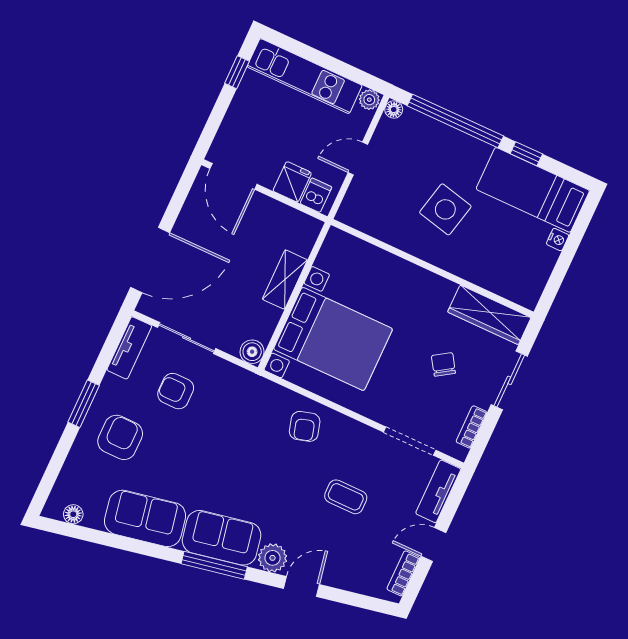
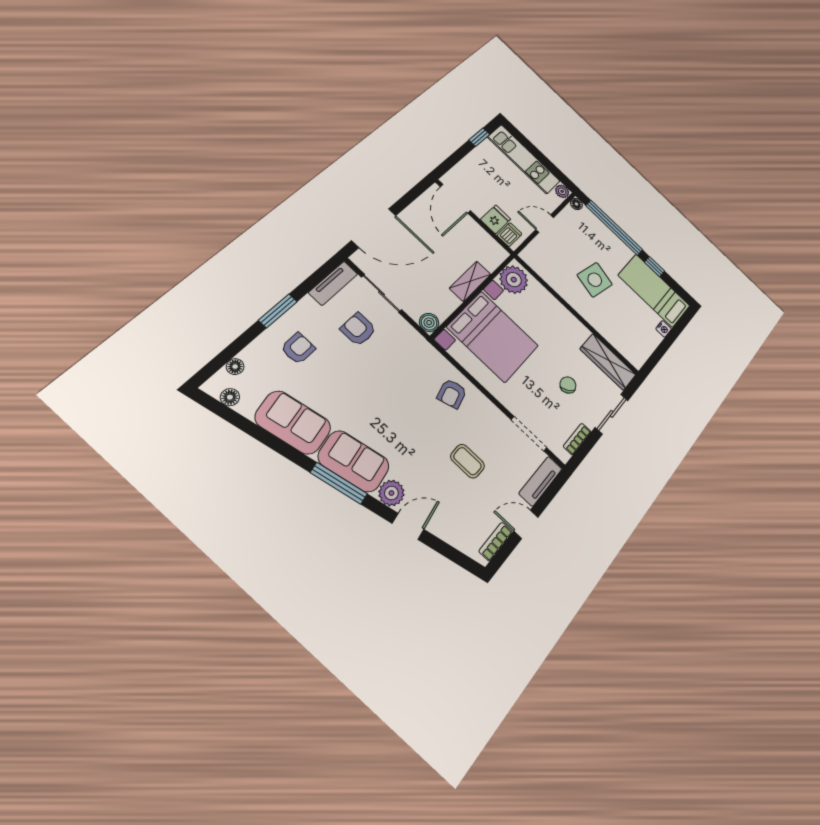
plant: (338, 255) -> (514, 280), added
armchair: (120, 437) -> (298, 348), width x0.72, depth x0.72
floor lamp: (65, 481) -> (235, 367), added

